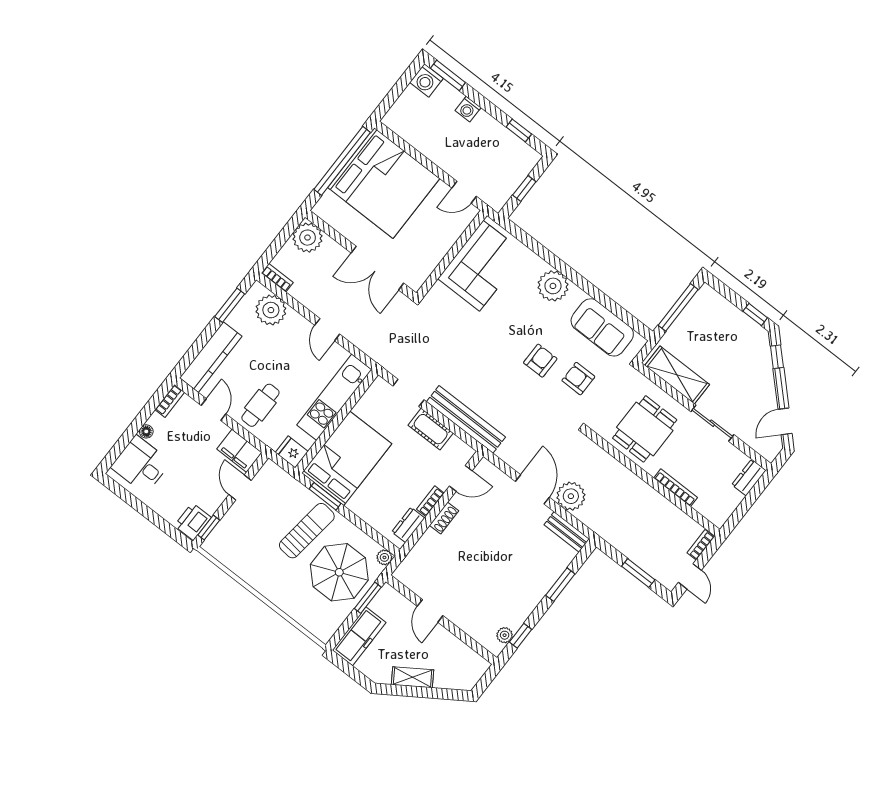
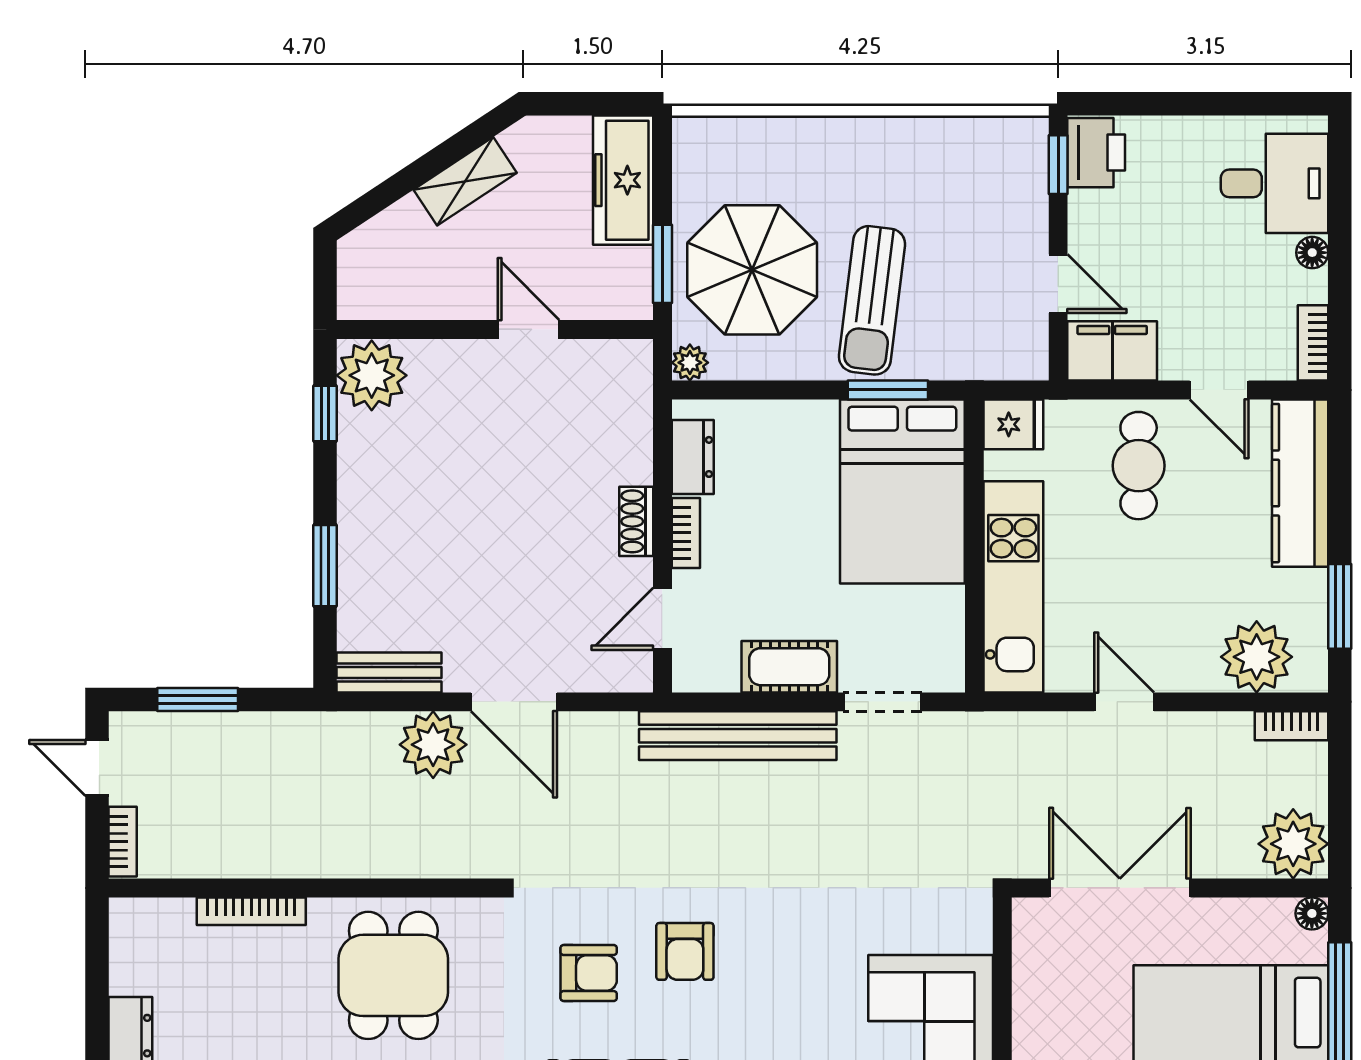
floor lamp: (319, 209) -> (1312, 913), added
plant: (505, 635) -> (372, 375), width x1.88, depth x1.88

